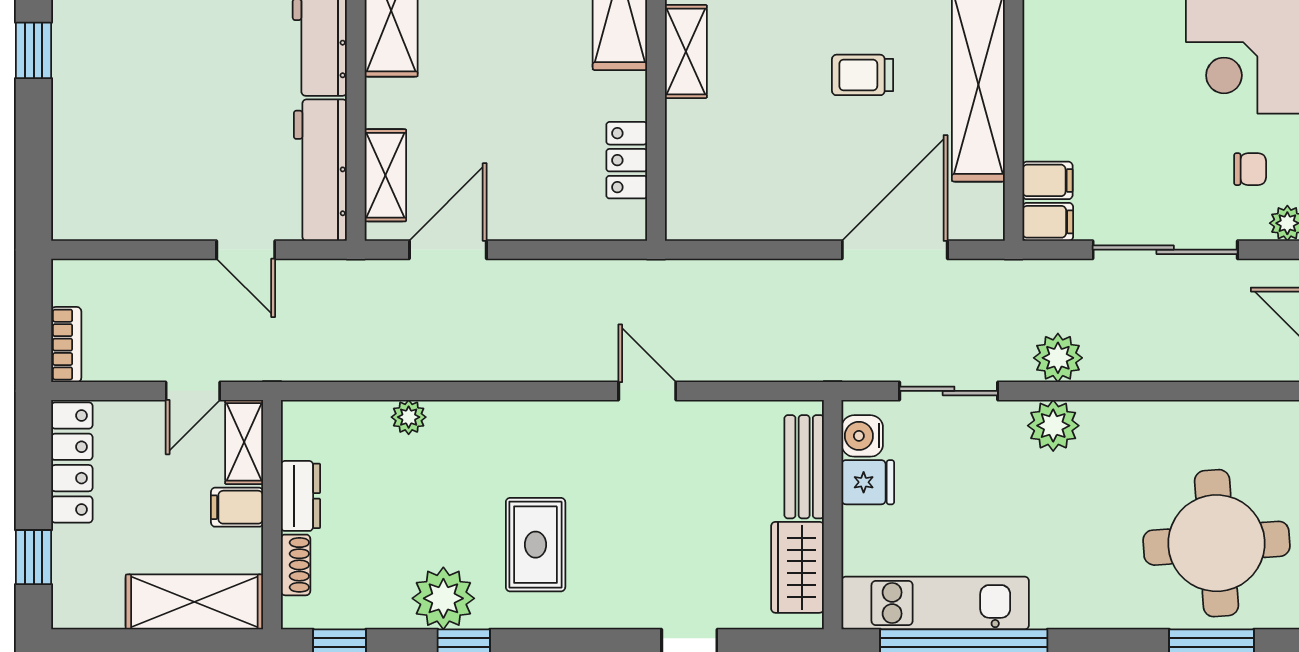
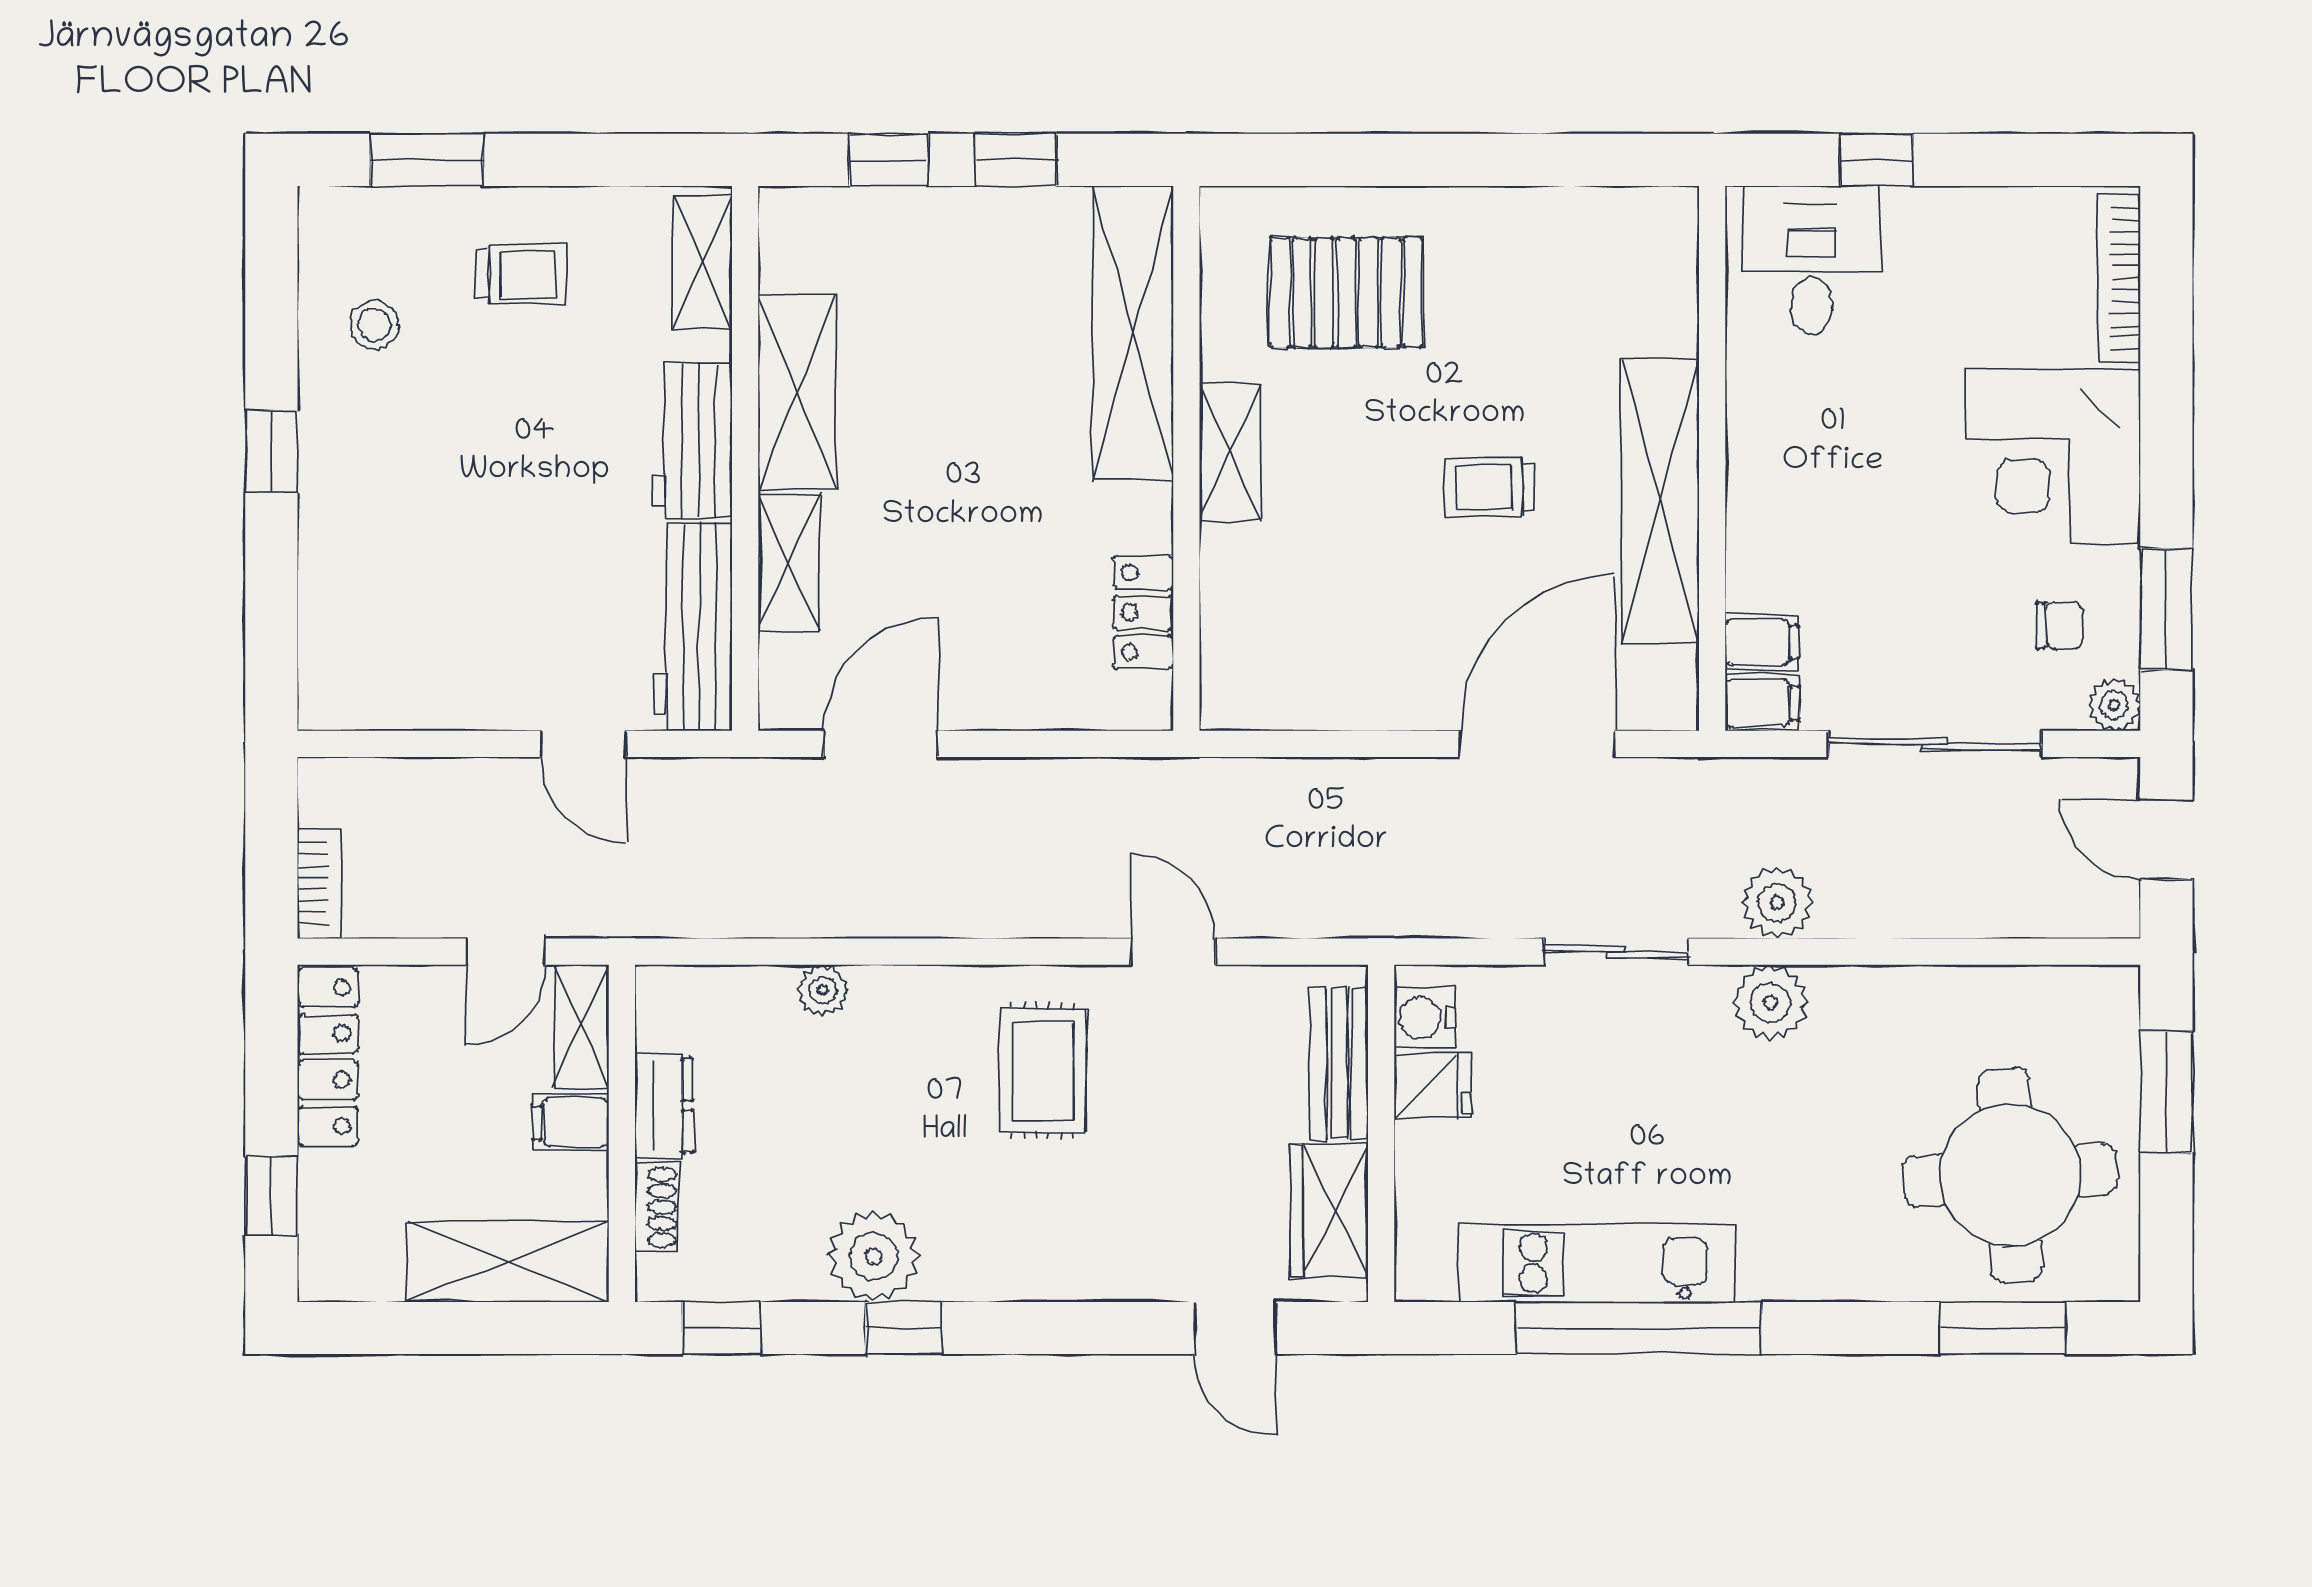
shelving: (385, 175) -> (789, 563), moved
water cooler: (862, 436) -> (1425, 1018), moved
bench: (804, 467) -> (1339, 1063), moved
fridge: (868, 482) -> (1433, 1086), moved
wall: (833, 515) -> (1381, 1133), moved
rug: (536, 545) -> (1043, 1071), moved
wardrobe: (797, 567) -> (1329, 1211), moved

